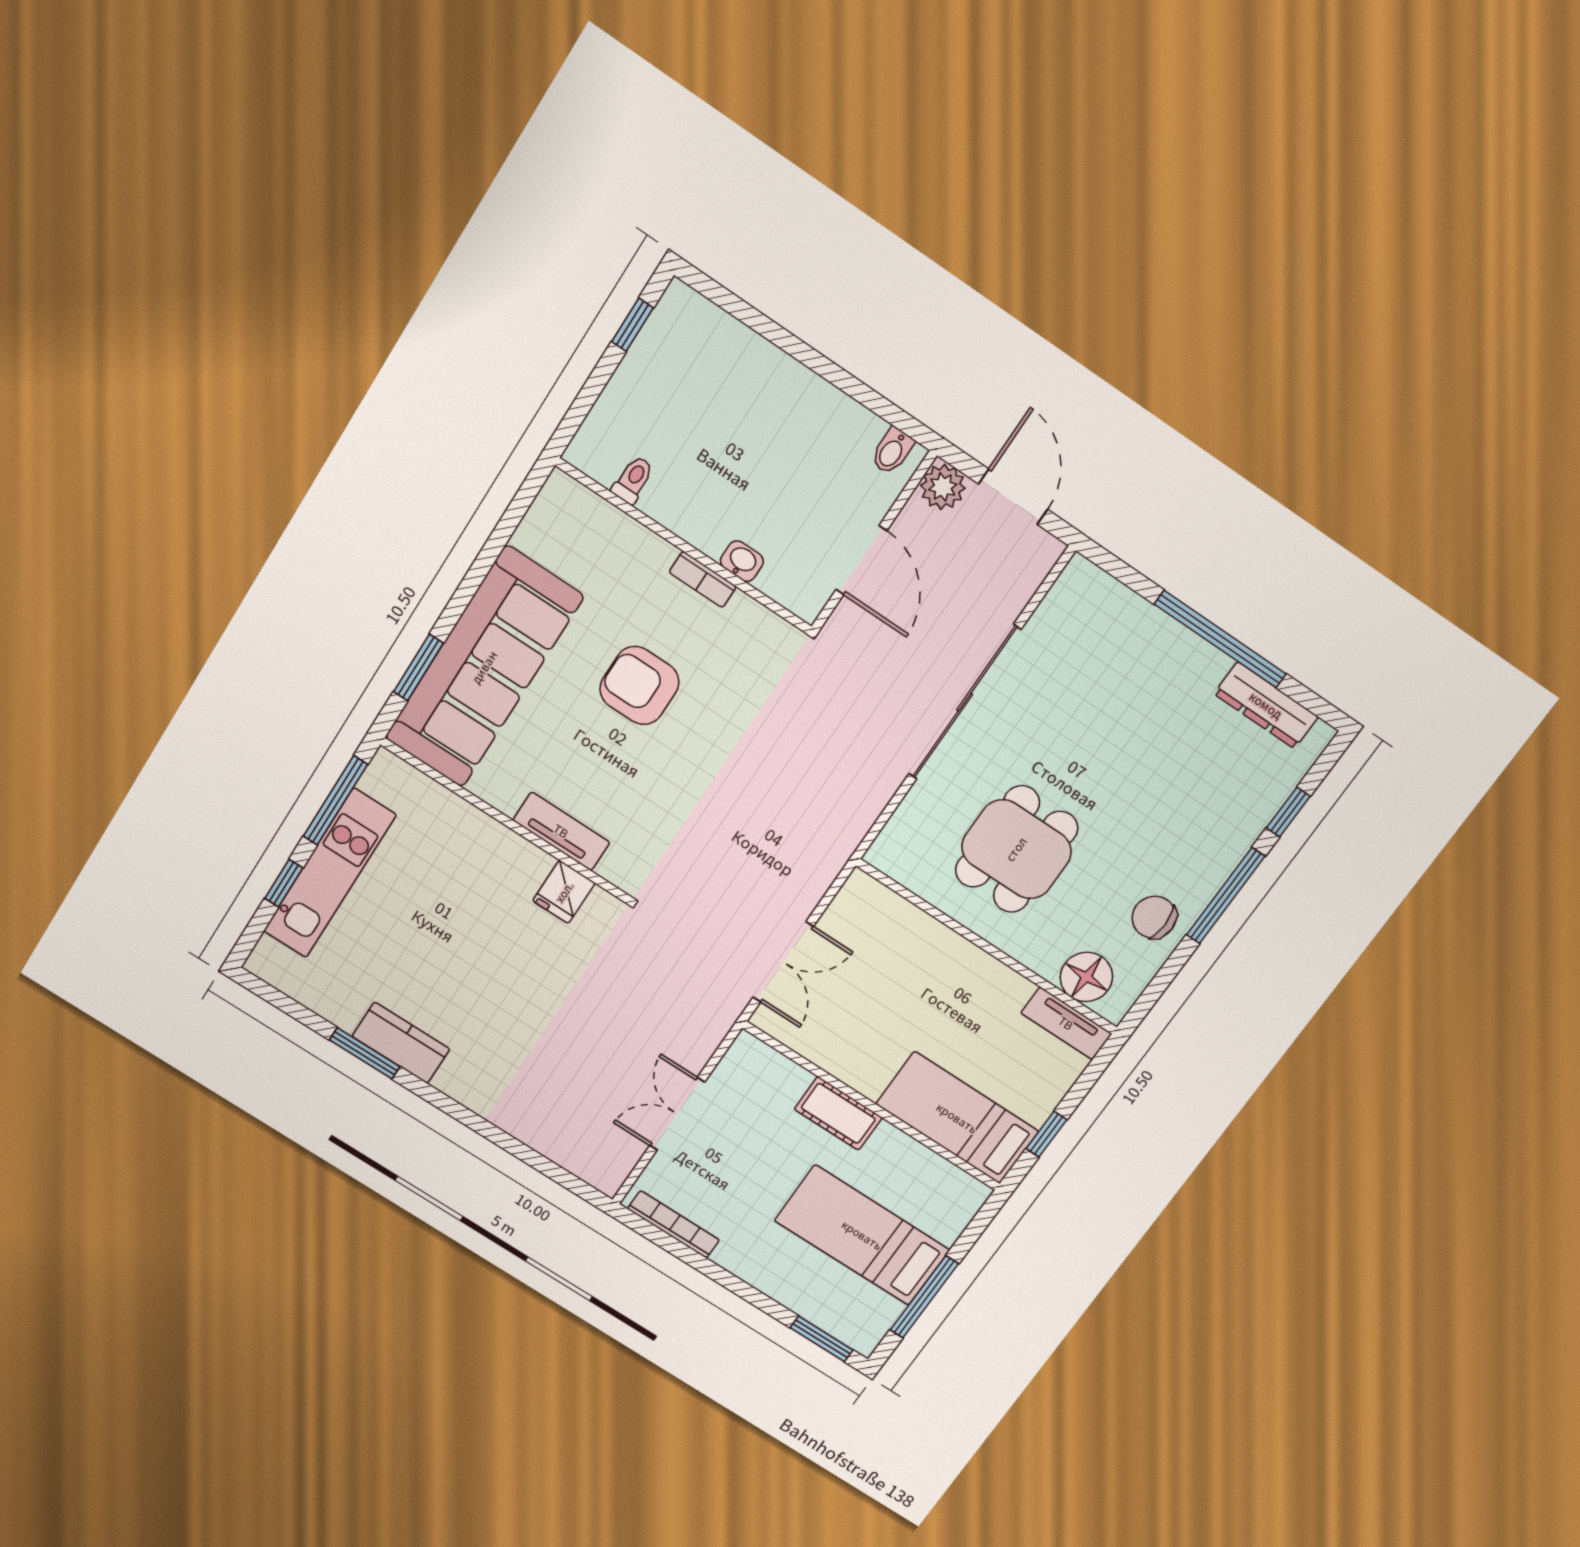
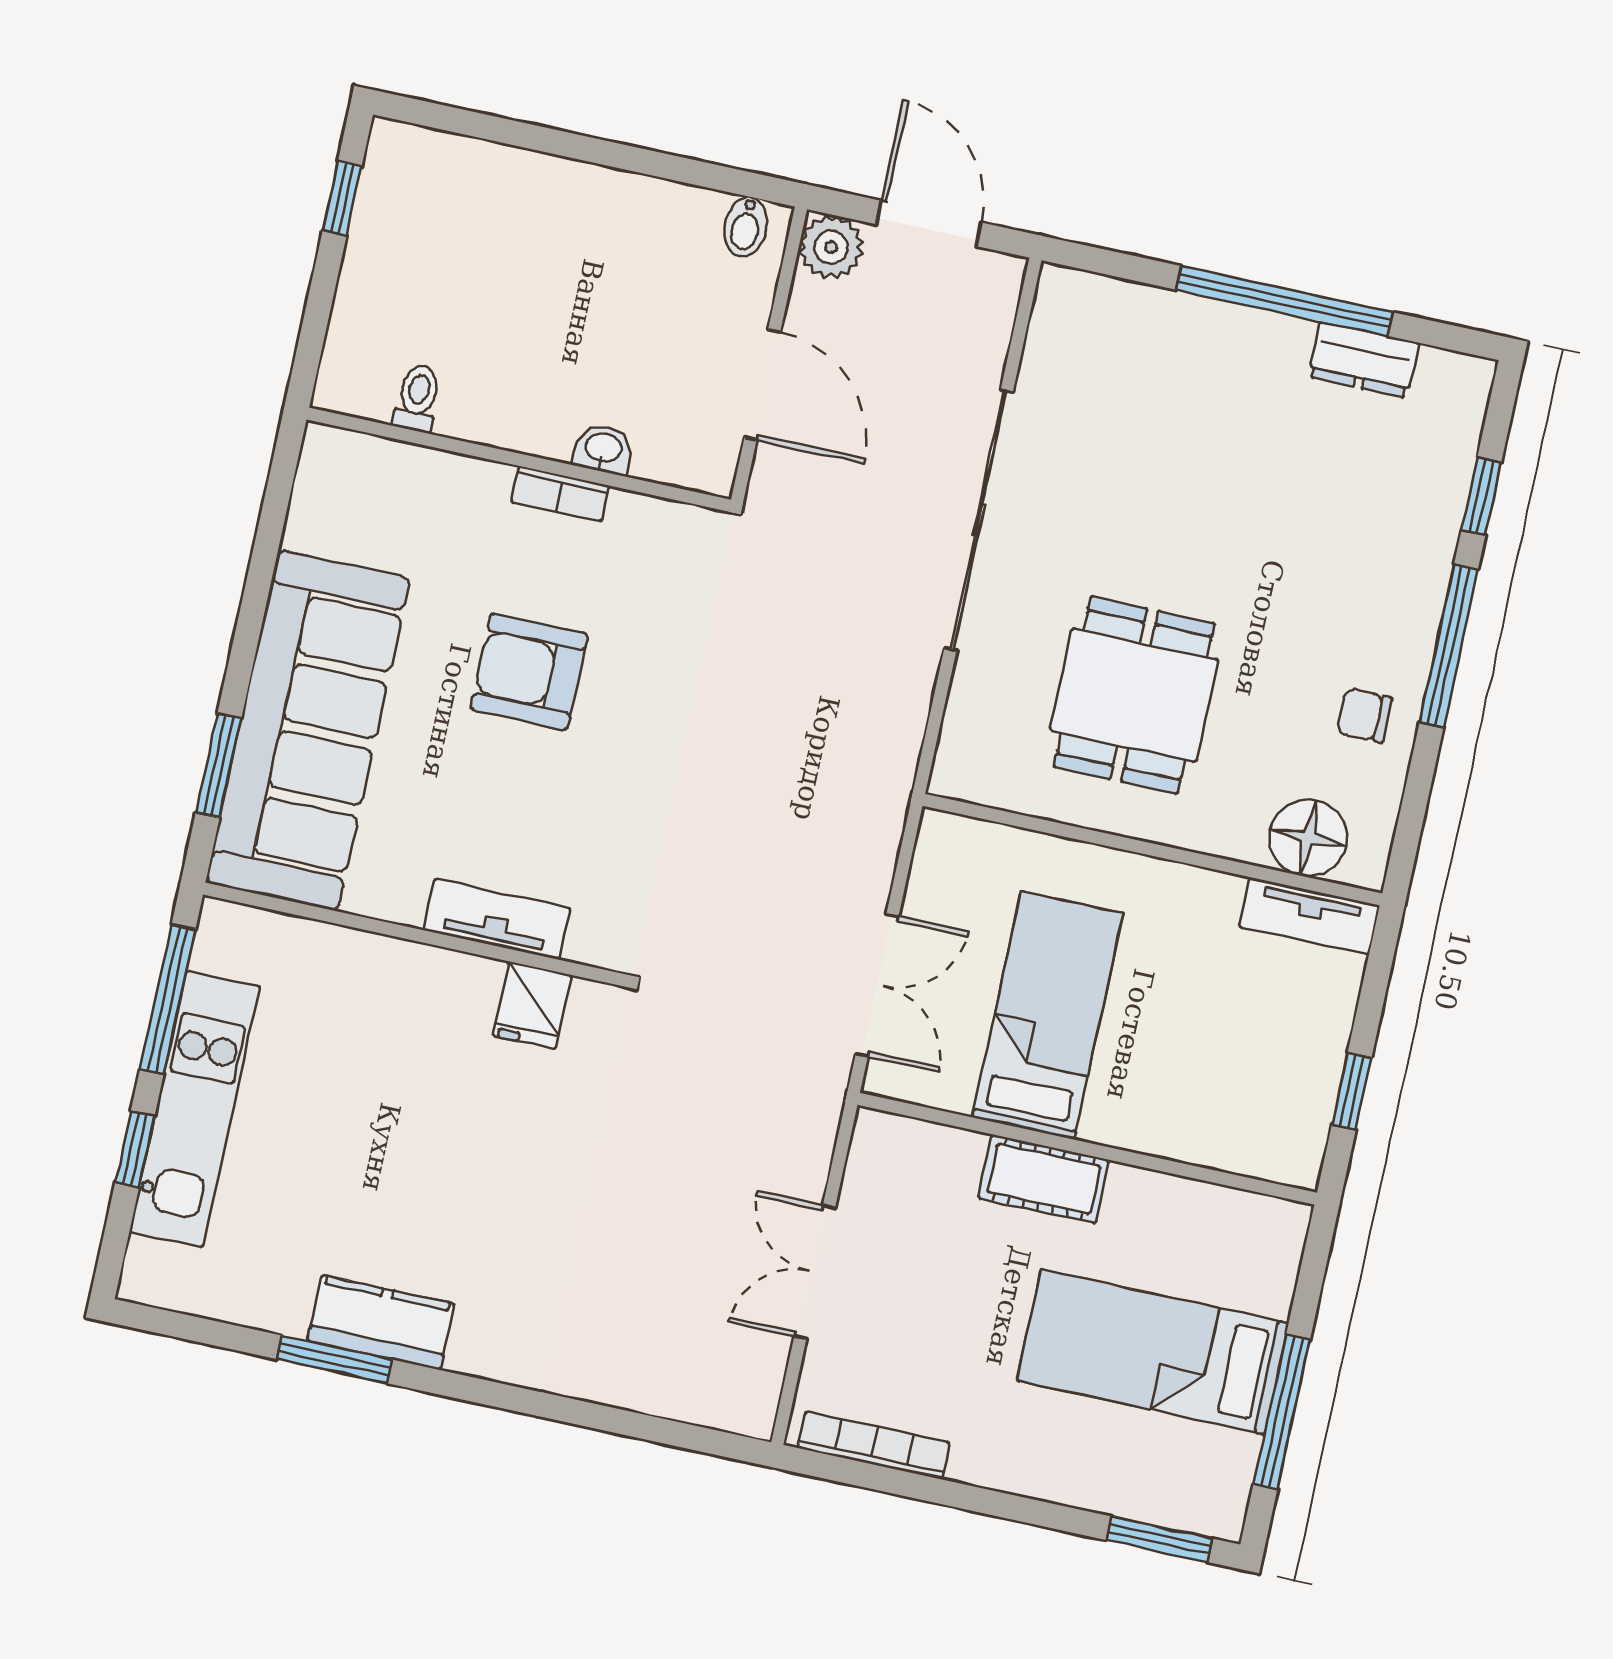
dresser: (1266, 705) -> (1364, 360), width x0.70
chair: (1154, 917) -> (1364, 715), width x0.73, depth x0.73
bed: (957, 1118) -> (1048, 1015), moved, turned 90

